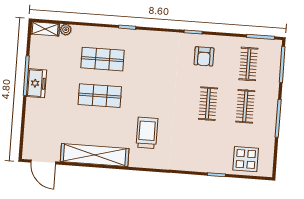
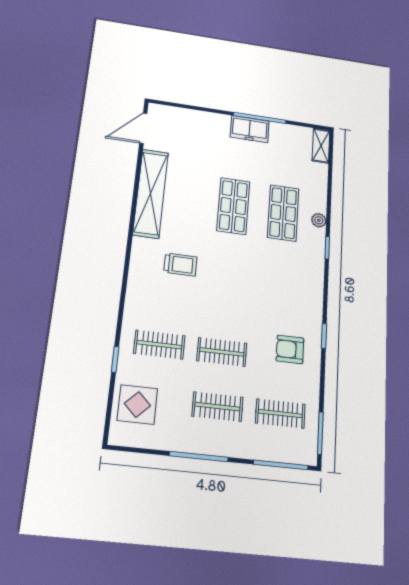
plant: (66, 30) -> (319, 220), moved
trolley: (147, 133) -> (180, 264), width x0.73, depth x0.72
clothes rail: (205, 146) -> (159, 345), added

